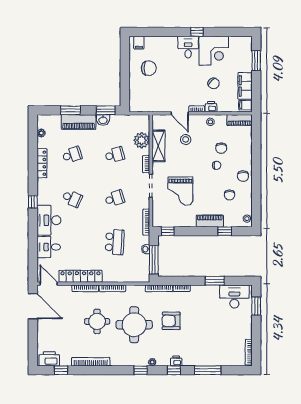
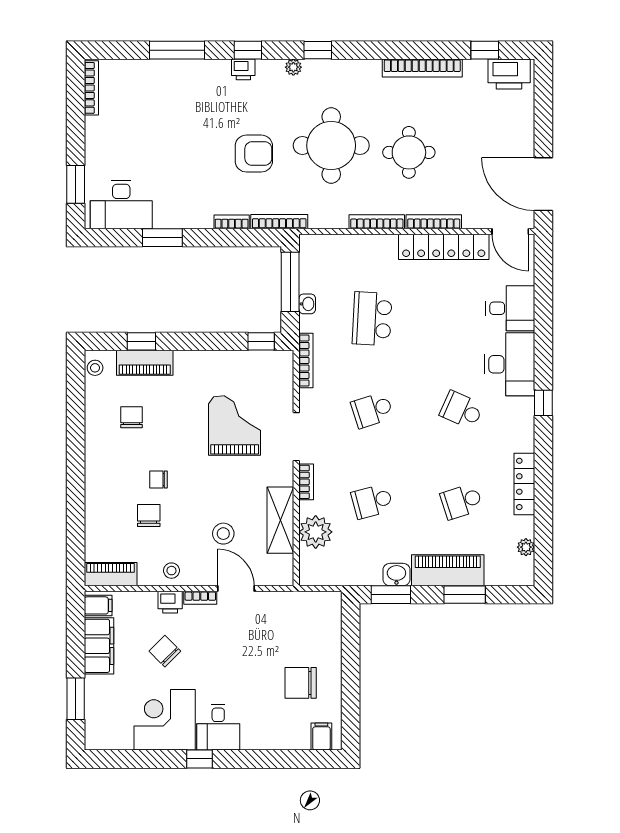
chair: (243, 176) -> (103, 457), removed
piano: (210, 221) -> (145, 363), moved

